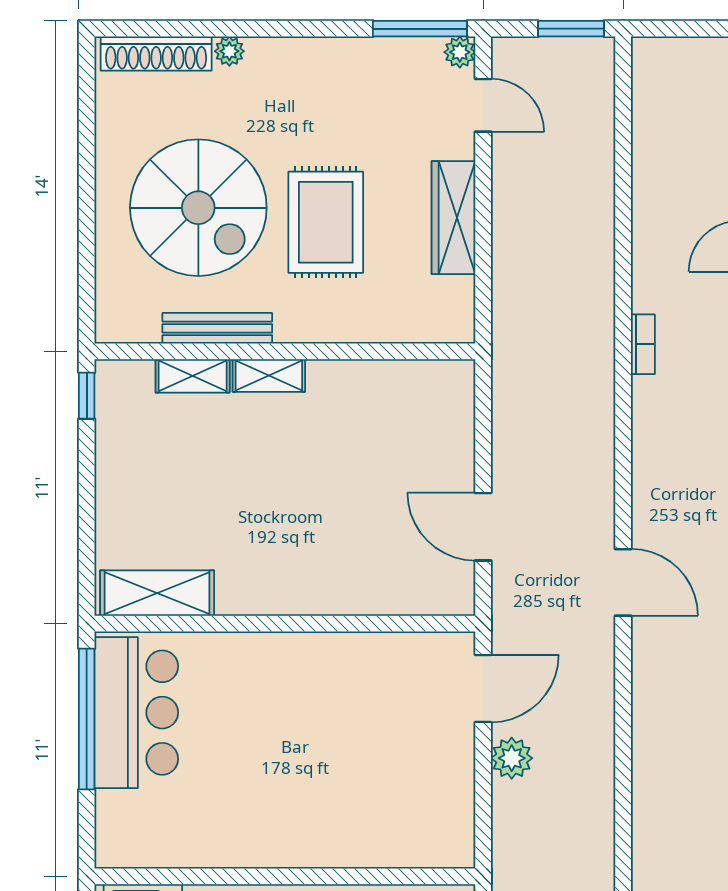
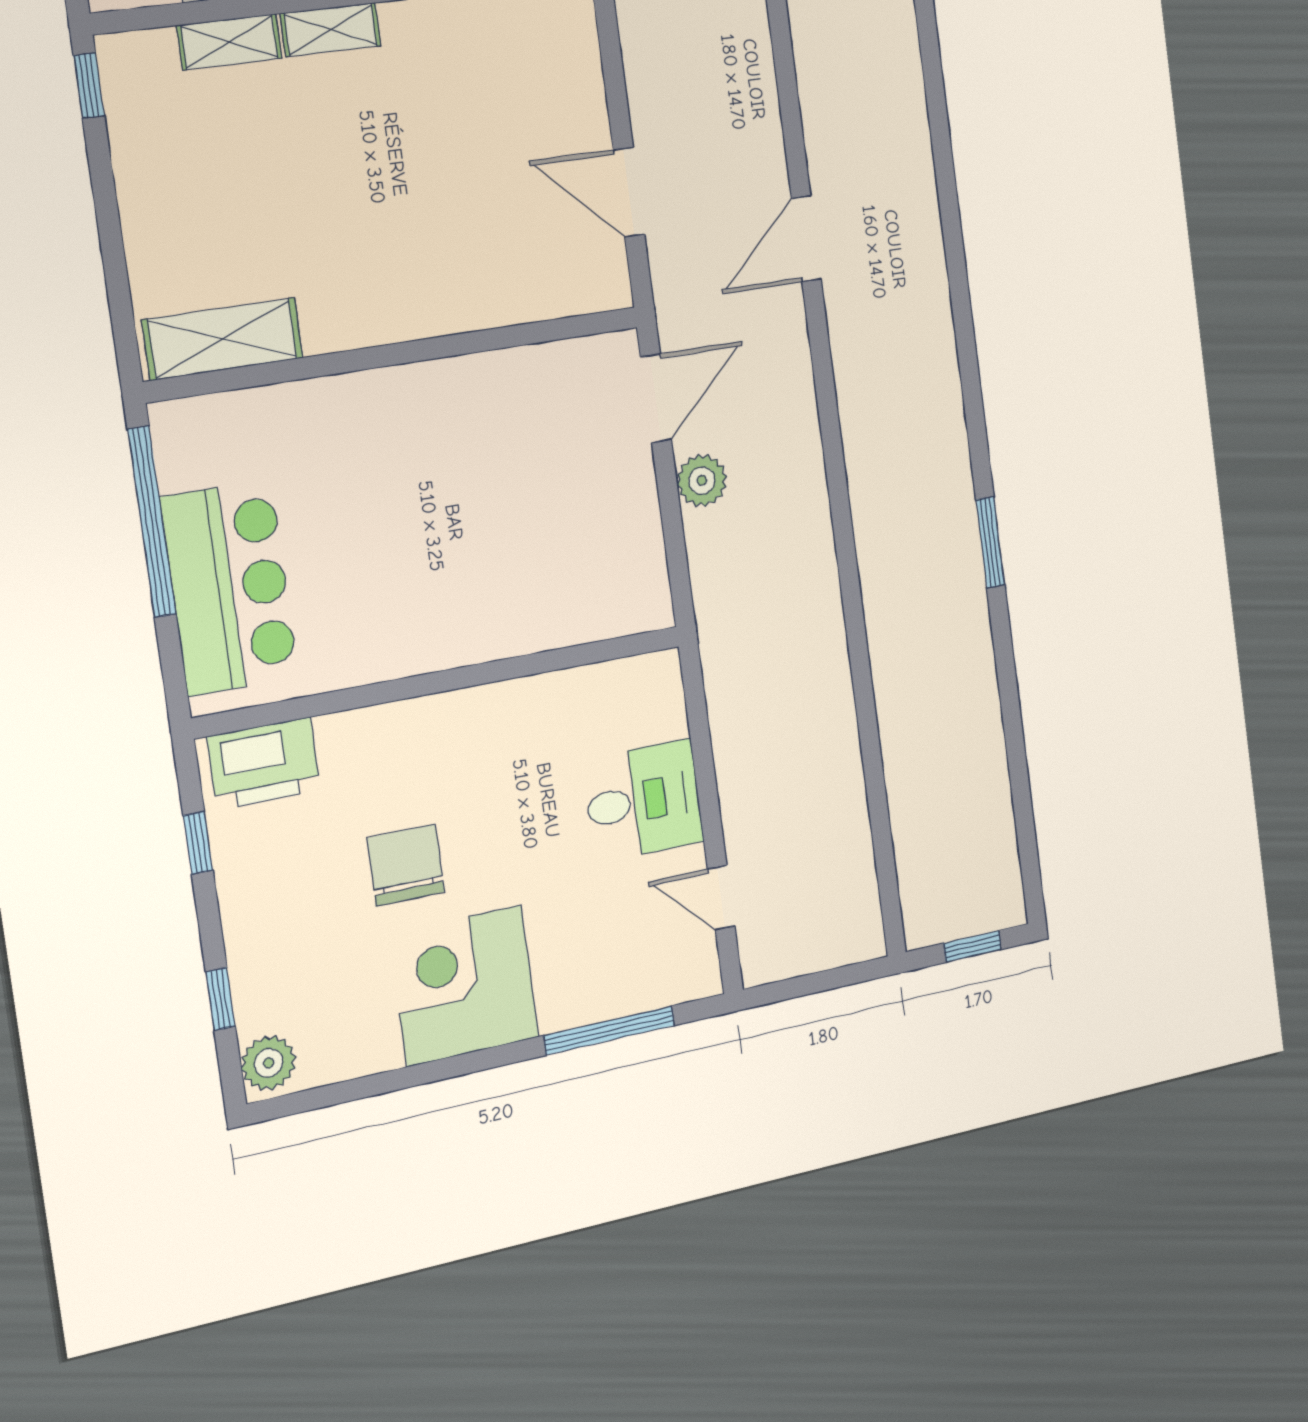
door: (623, 582) -> (806, 239), swing flipped
bar counter: (136, 713) -> (230, 588), moved

